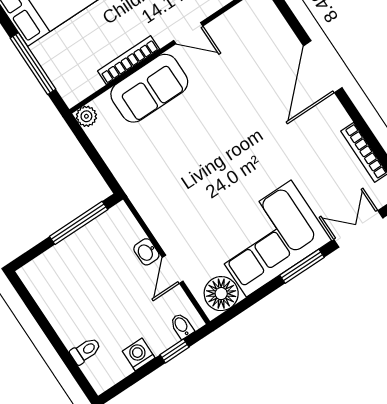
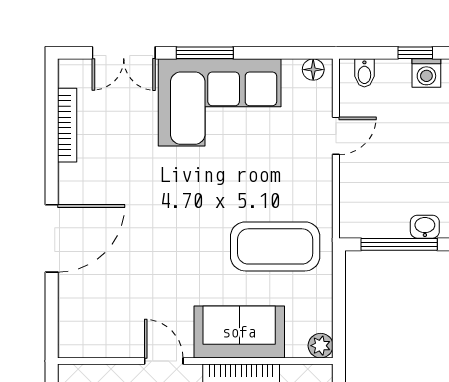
coffee table: (164, 164) -> (275, 246), added
washbasin: (146, 252) -> (425, 227), moved, turned -90
floor lamp: (221, 294) -> (313, 70), width x0.53, depth x0.53
window: (175, 351) -> (415, 53), moved

